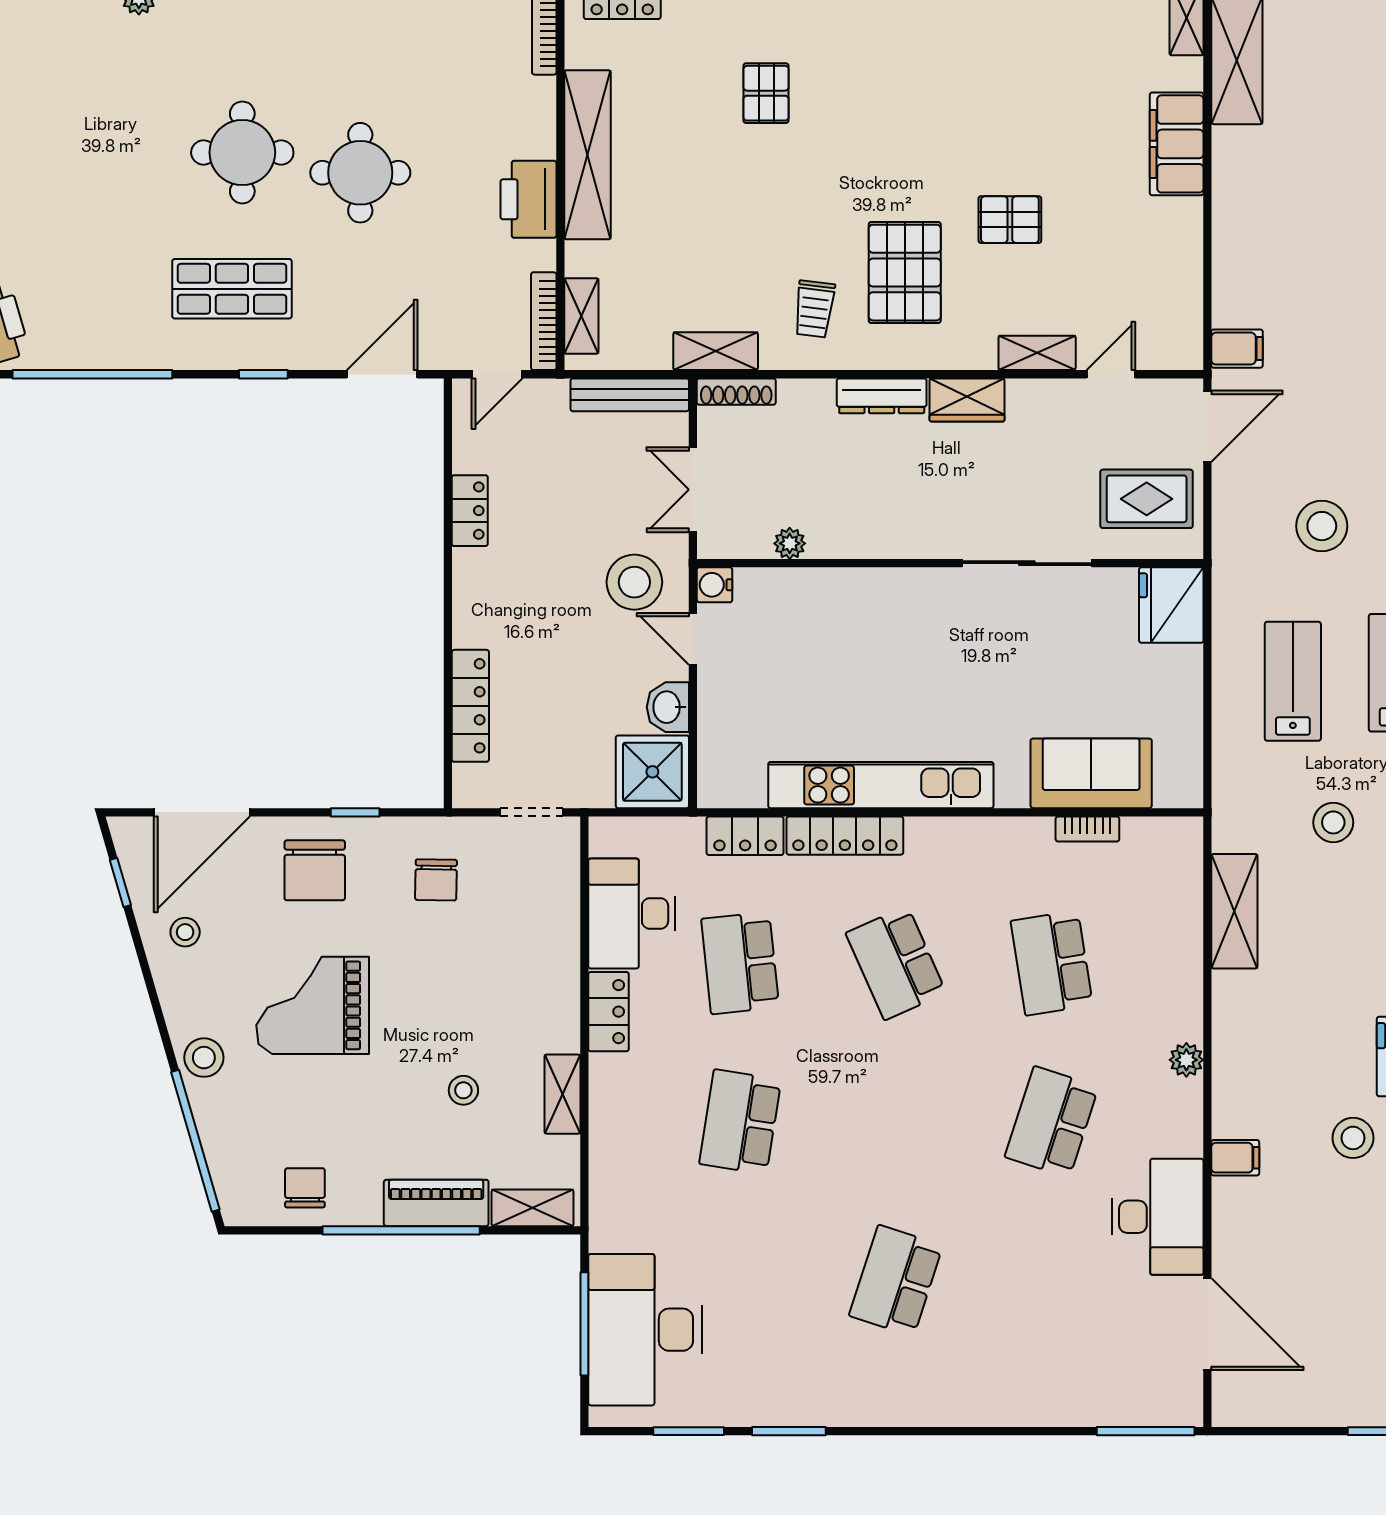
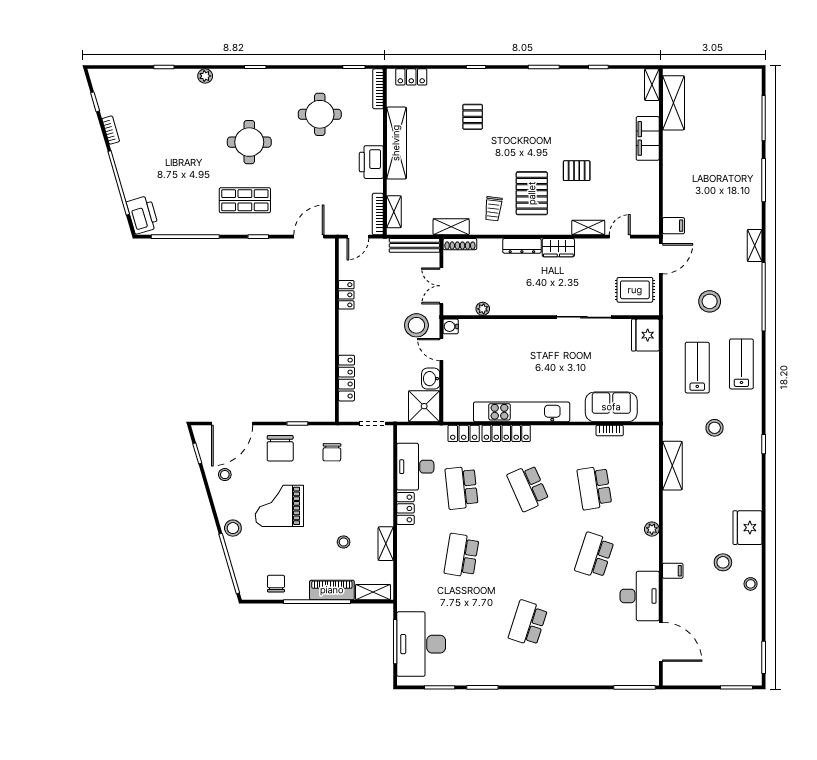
round table: (360, 173) -> (320, 114), moved

